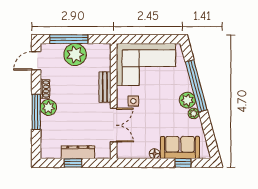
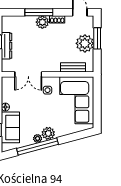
window: (69, 39) -> (97, 38), width x0.69
window: (196, 86) -> (37, 146), moved
bench: (105, 87) -> (73, 67), moved

